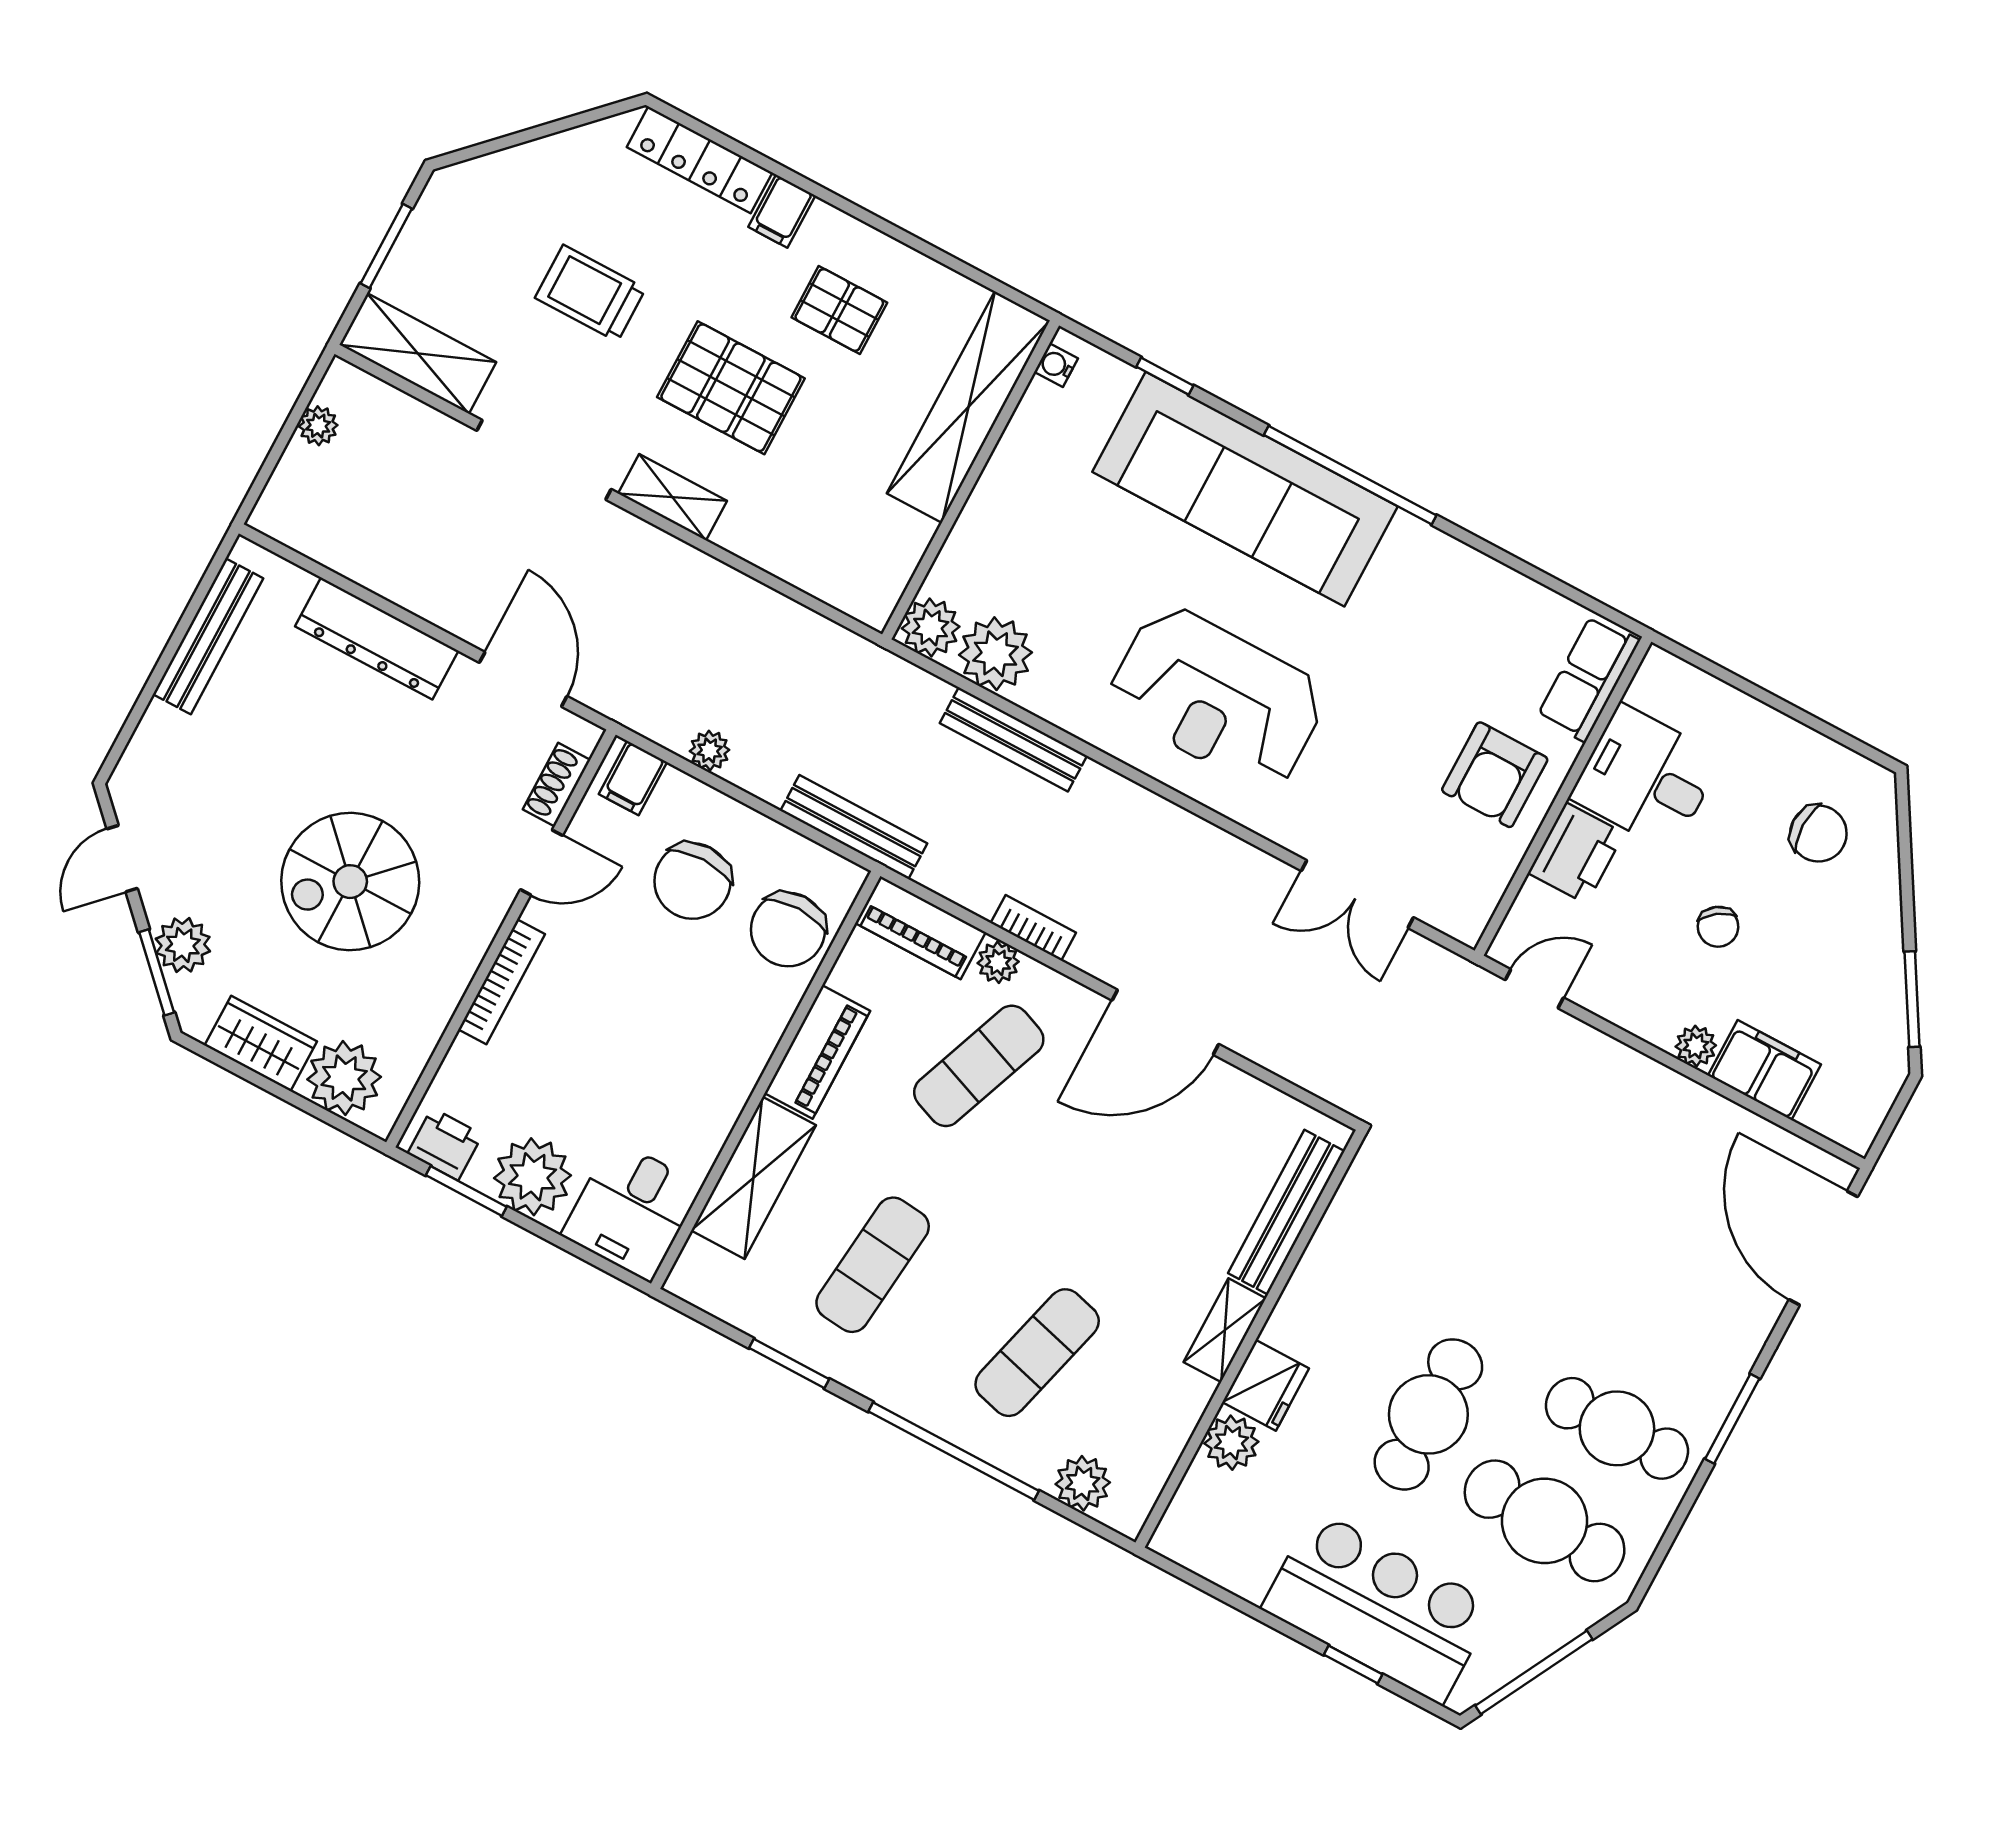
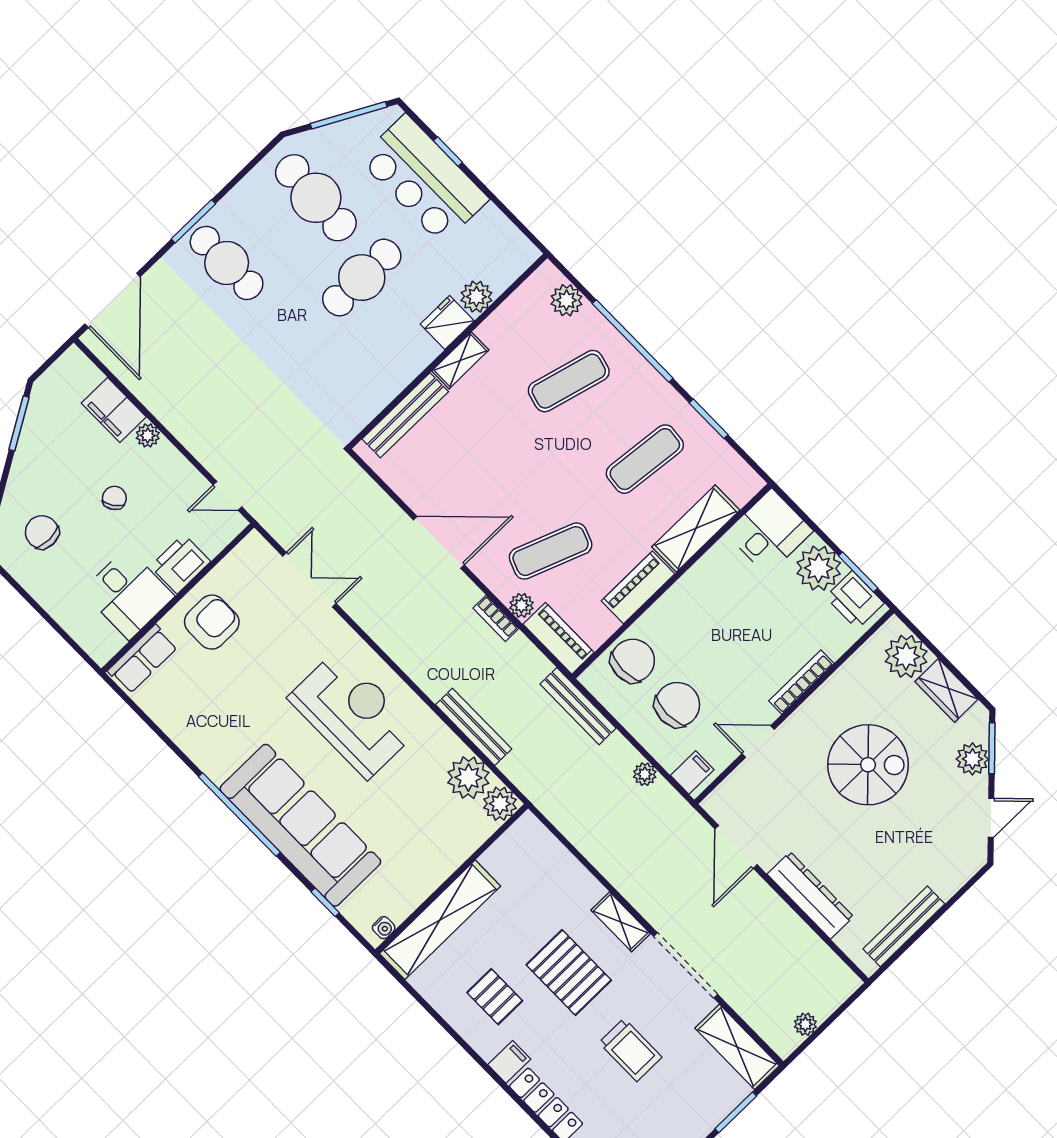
shoe rack: (557, 785) -> (736, 782), removed
printer: (445, 1144) -> (855, 600), width x1.36, depth x1.24
cafe table: (1617, 1428) -> (227, 263), moved

